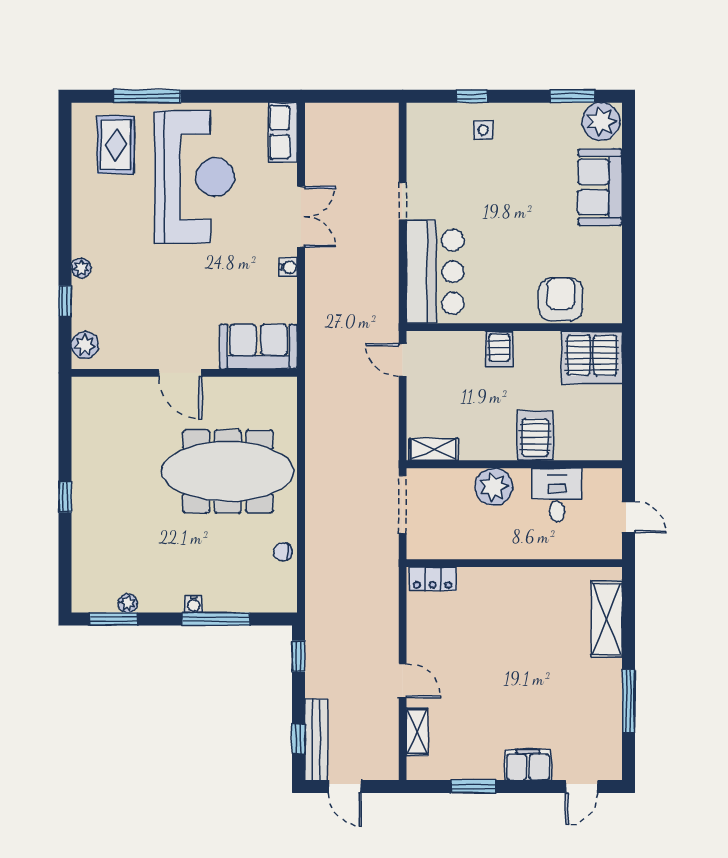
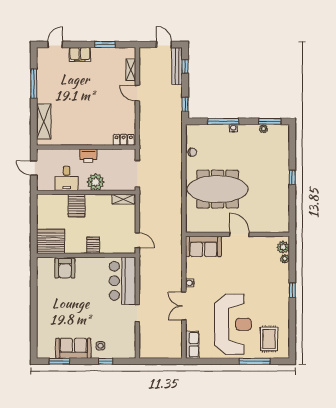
plant: (601, 121) -> (46, 350), removed
reception desk: (194, 177) -> (233, 324), turned 180
sofa: (600, 187) -> (73, 348), moved, turned -90
plant: (81, 268) -> (285, 259), moved
window: (65, 301) -> (292, 290), moved
printer: (509, 545) -> (88, 156), added

